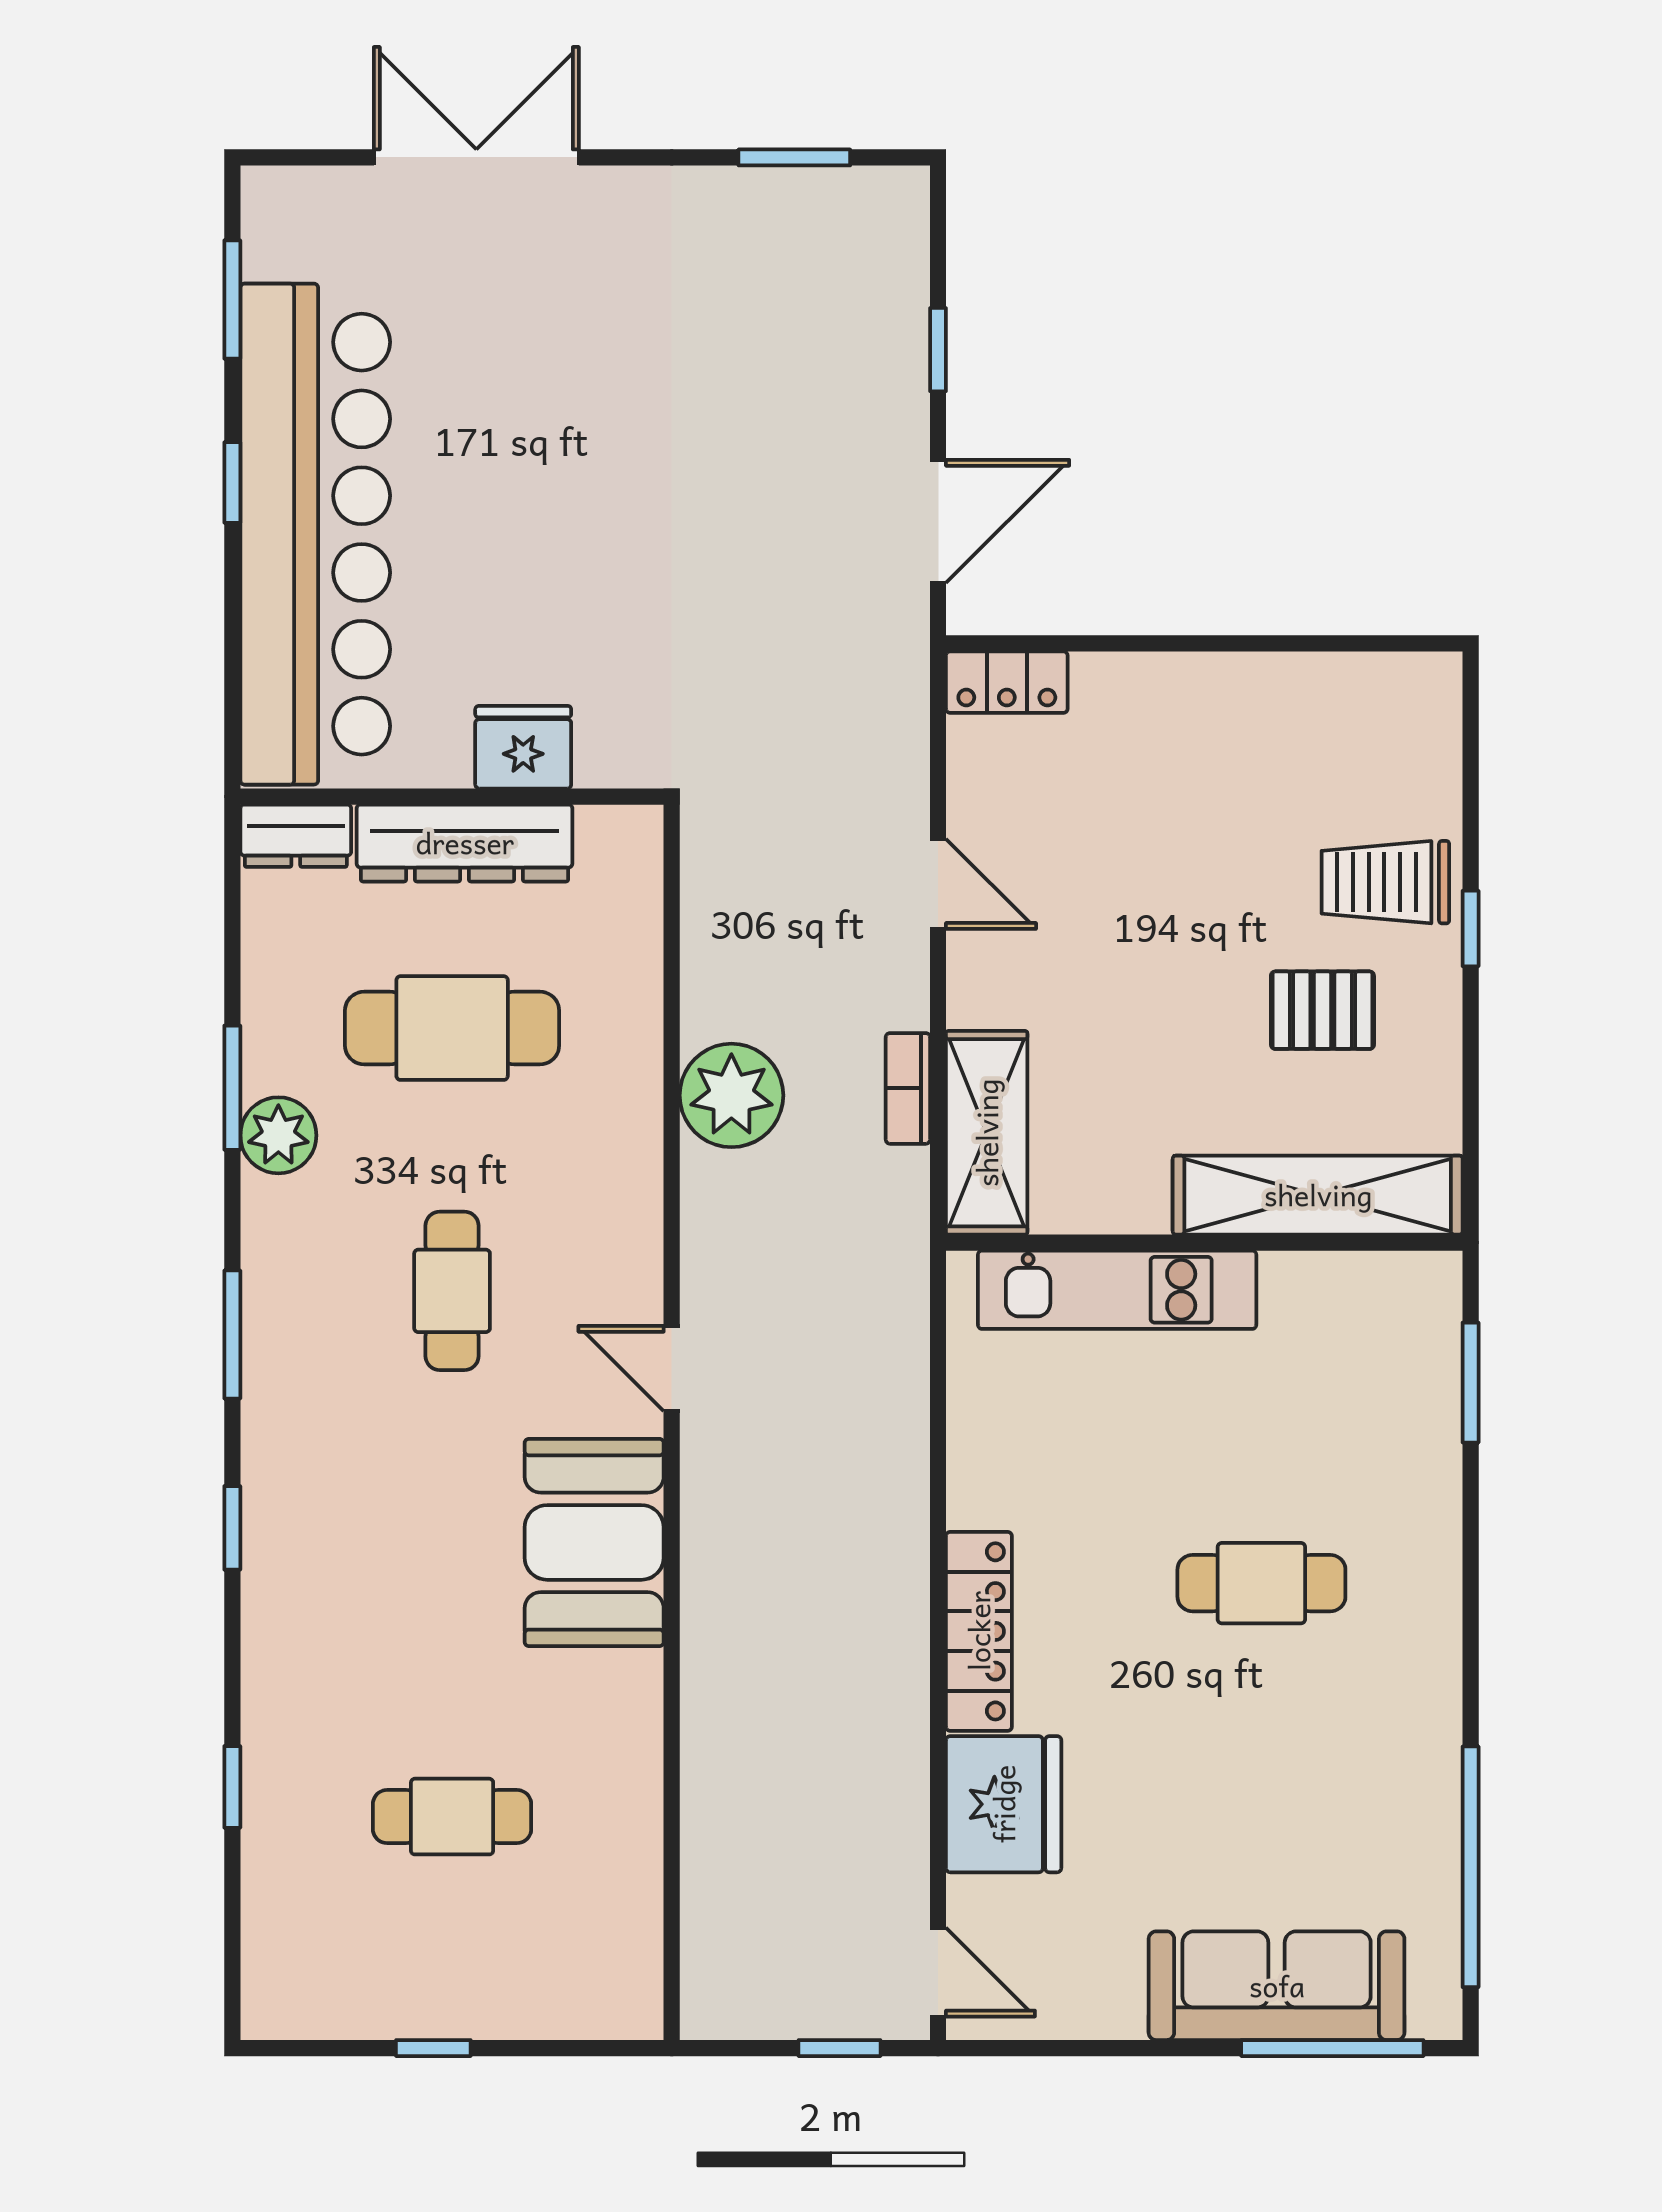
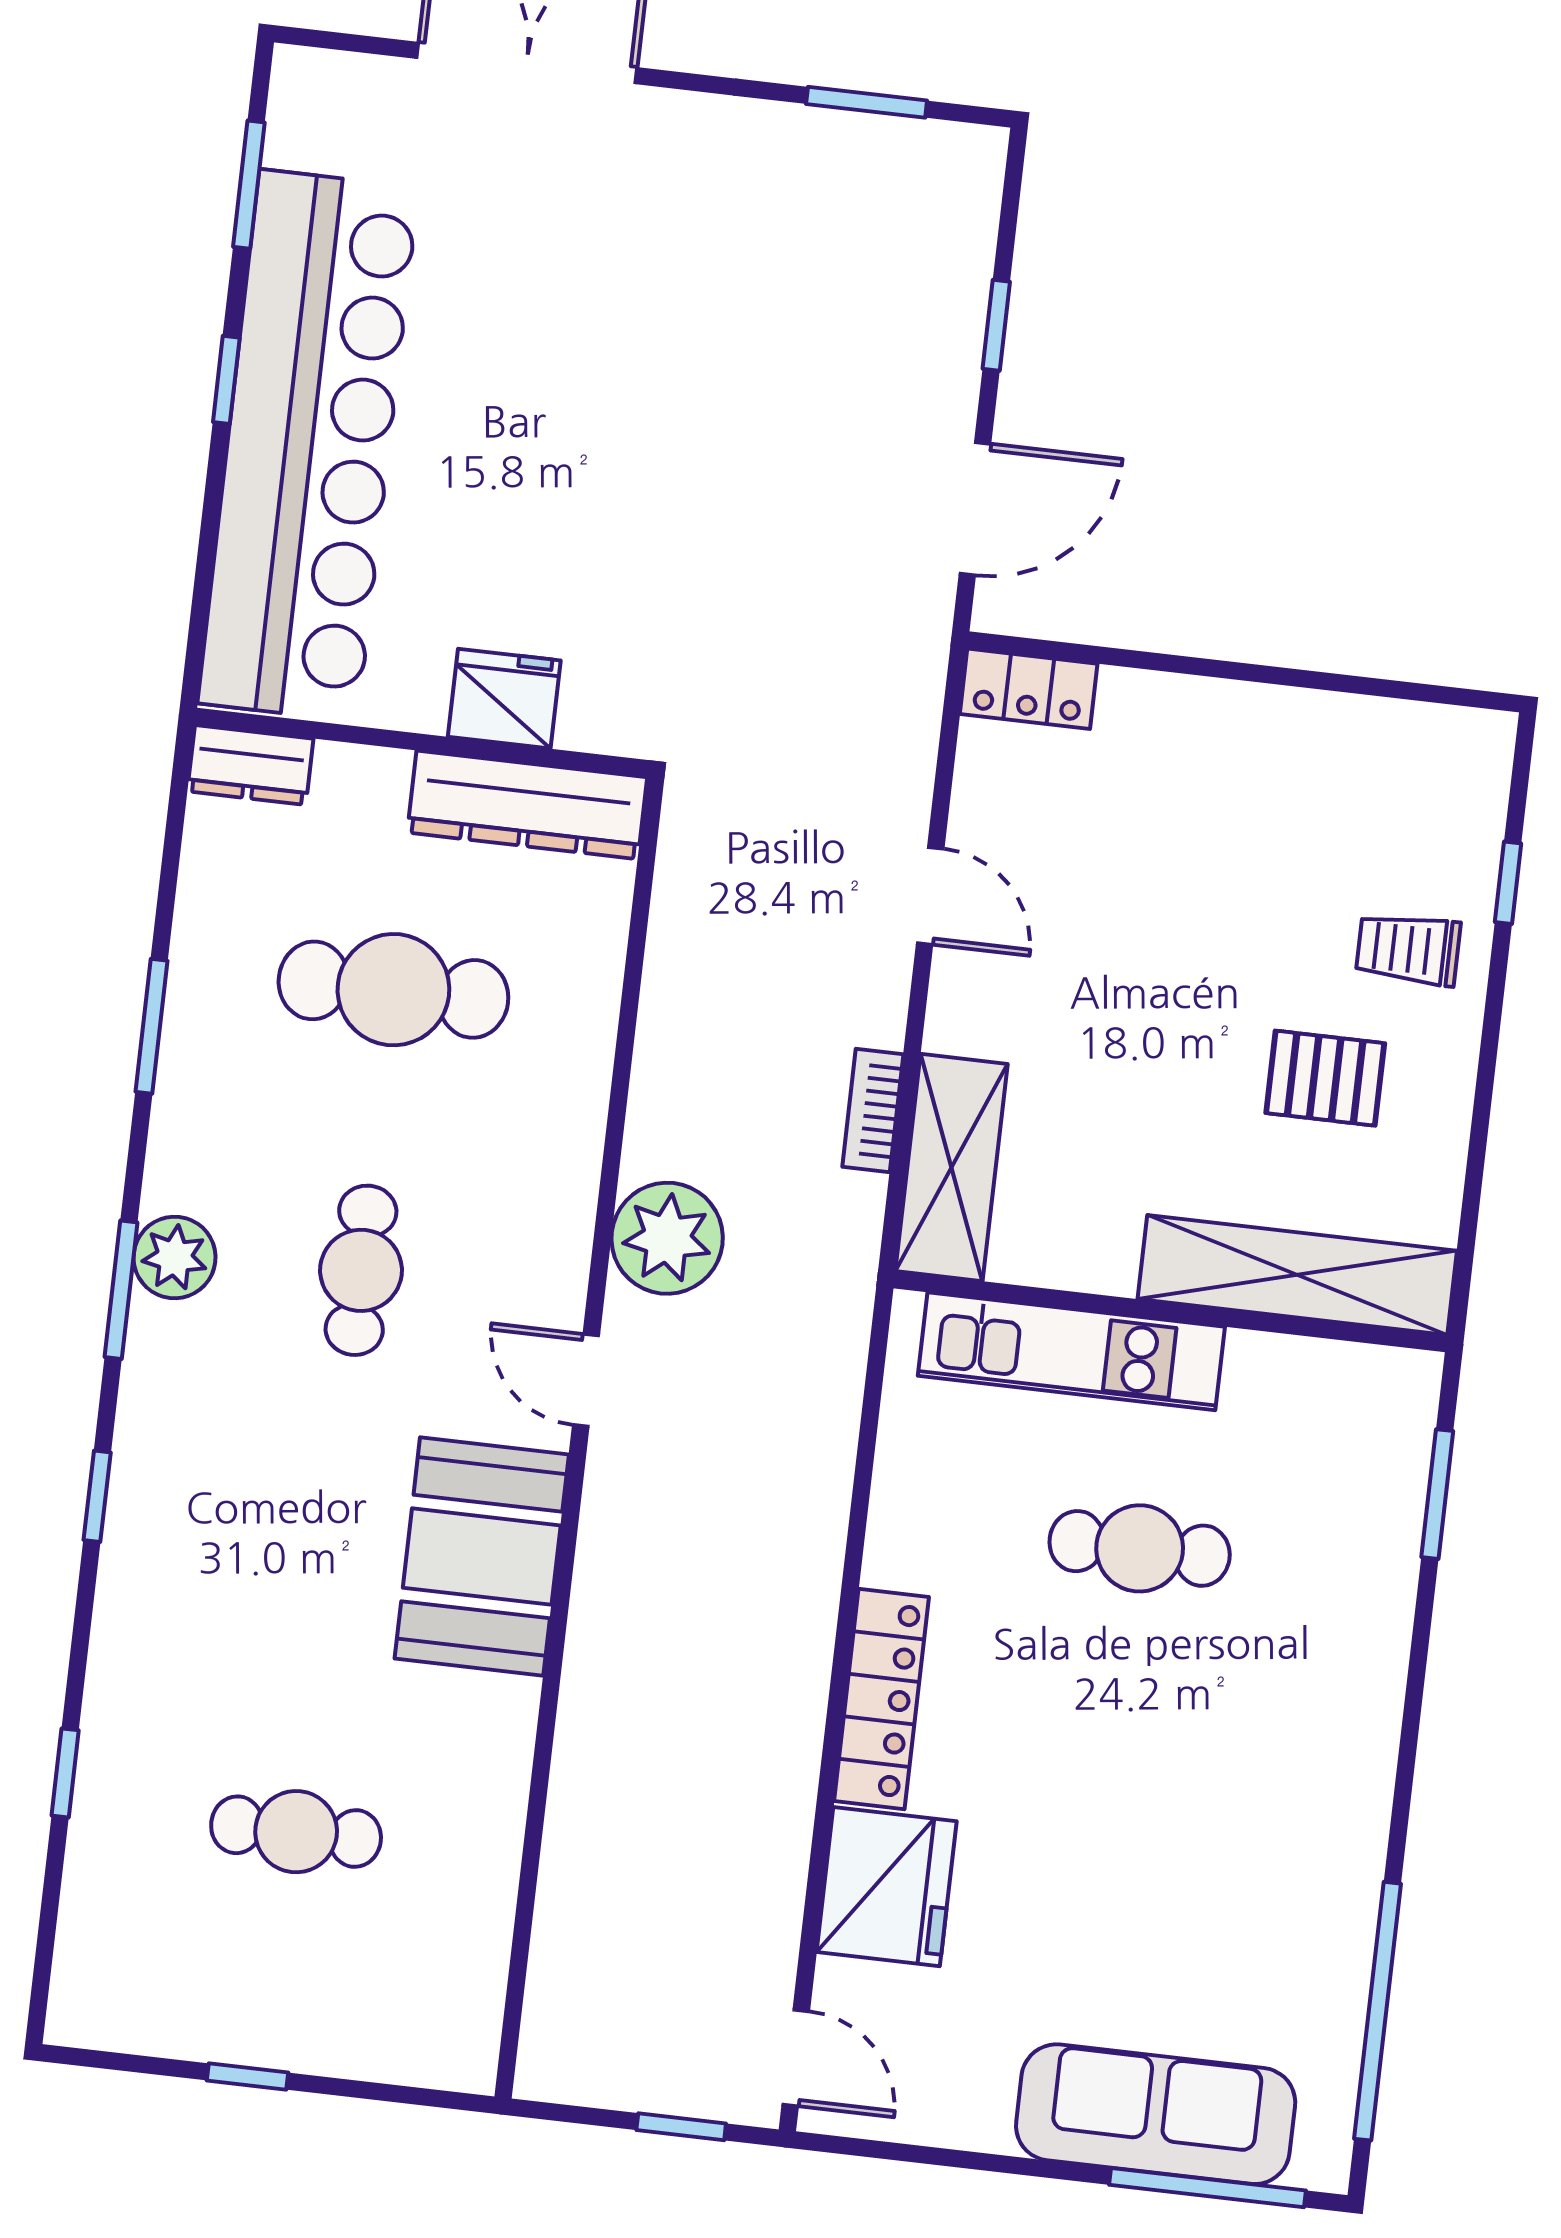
dresser: (465, 843) -> (527, 805), moved
trolley: (1385, 882) -> (1408, 949), width x0.73, depth x0.72
window: (1471, 929) -> (1508, 883), moved
plant: (731, 1095) -> (667, 1238), moved
plant: (278, 1135) -> (175, 1257), moved
cafe table: (1261, 1583) -> (1140, 1548), moved

